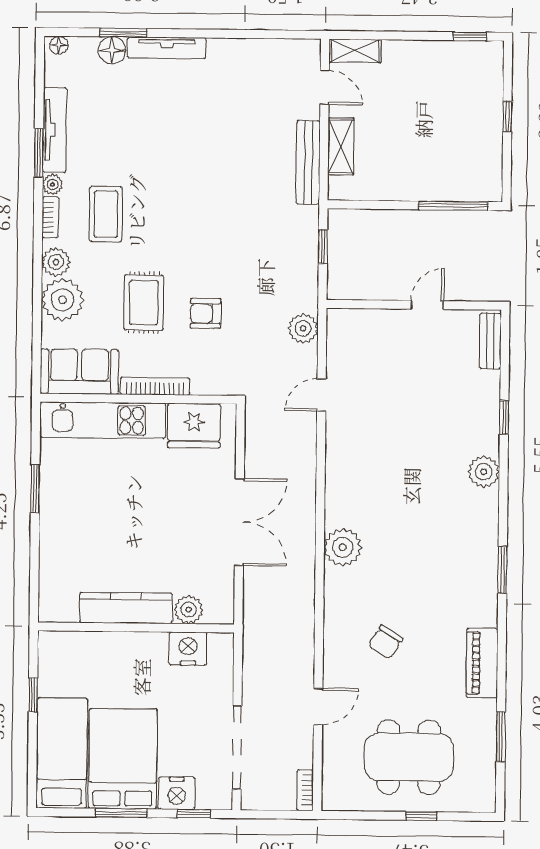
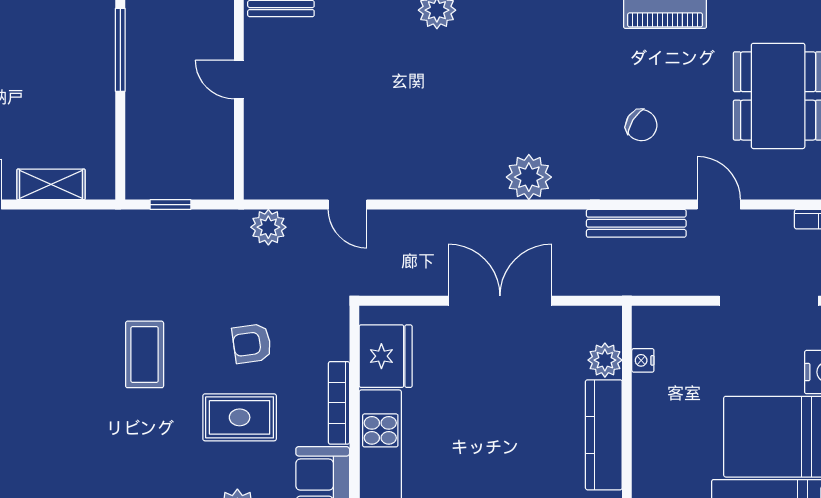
bench: (308, 162) -> (636, 223), moved
coffee table: (106, 214) -> (145, 354), moved, turned 90
armchair: (206, 313) -> (252, 344), turned 82
nightstand: (188, 649) -> (643, 360), width x0.53, depth x0.56

